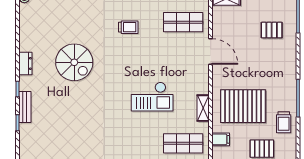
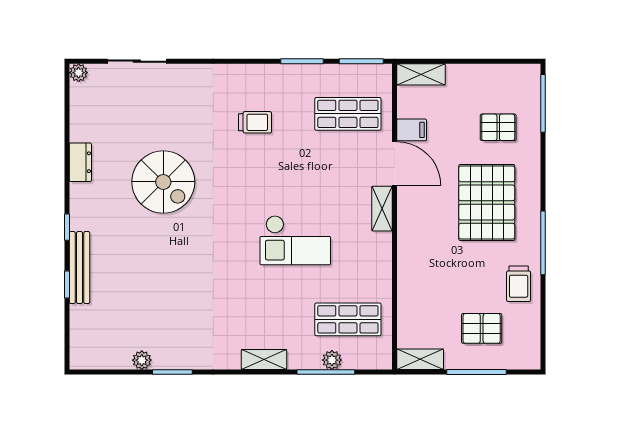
dresser: (25, 63) -> (80, 162), moved
pallet: (243, 106) -> (487, 202), moved, turned 90
bench: (25, 107) -> (80, 268), width x1.36
shelving: (203, 108) -> (382, 209), moved
filing cabinet: (221, 139) -> (412, 130), moved

